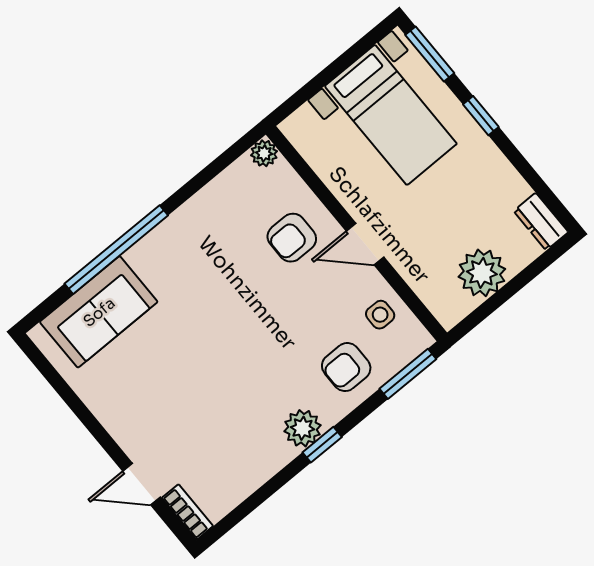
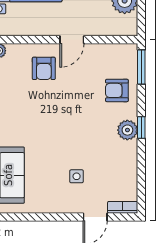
side table: (380, 315) -> (77, 176), moved
armchair: (346, 367) -> (117, 90), turned 90

